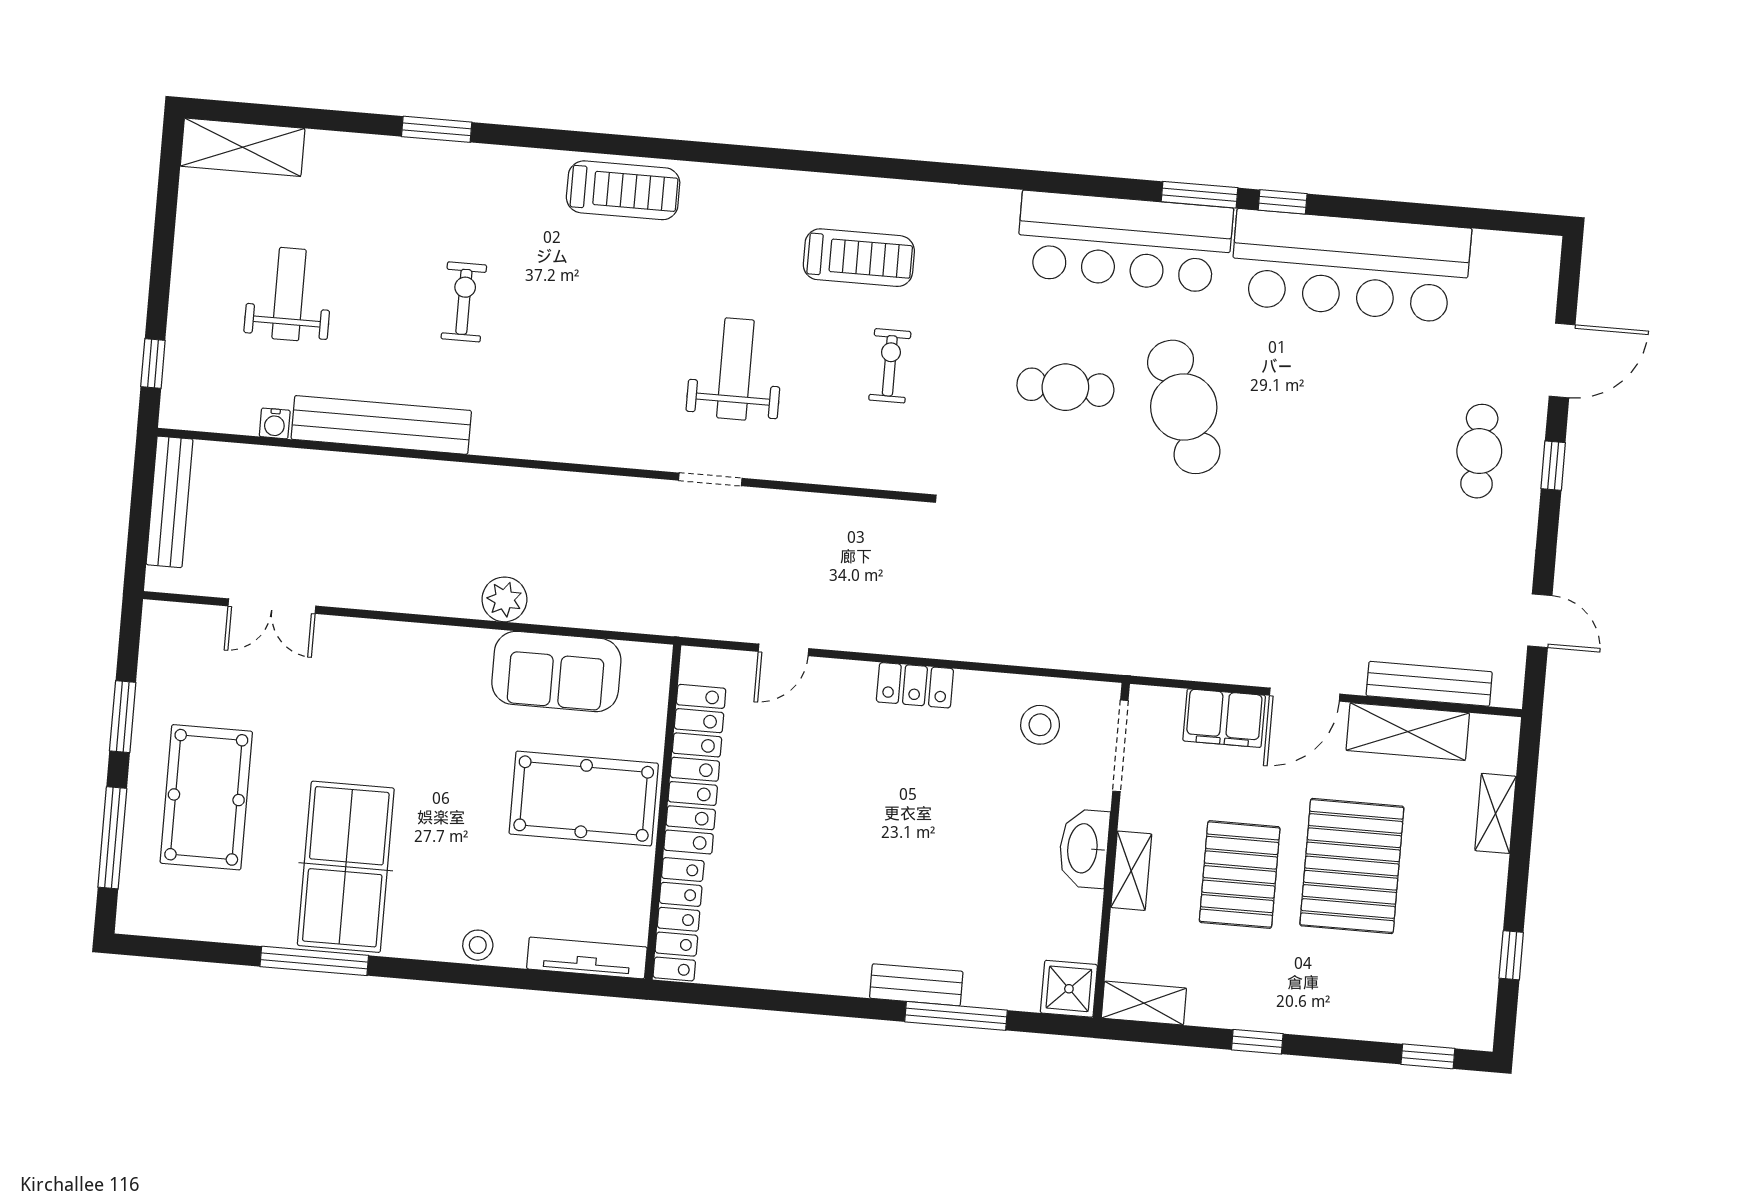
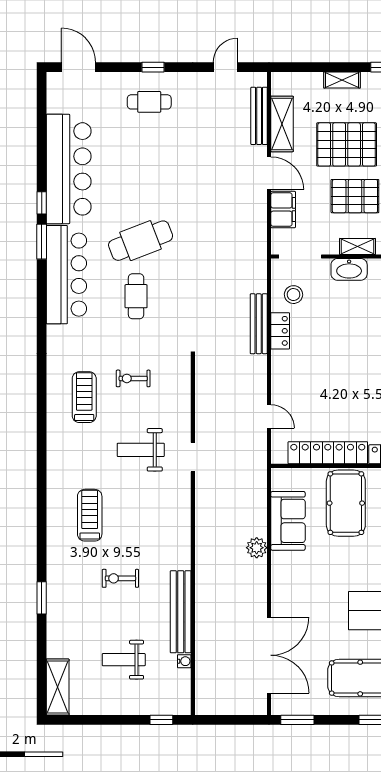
treadmill: (623, 190) -> (90, 515), moved
door: (1562, 360) -> (79, 67), moved
bench: (170, 502) -> (259, 324), moved, turned 90
double door: (272, 606) -> (269, 655), width x1.87
locker: (915, 685) -> (280, 331), moved
window: (123, 717) -> (297, 720), moved
shelving: (1496, 813) -> (342, 80), moved

